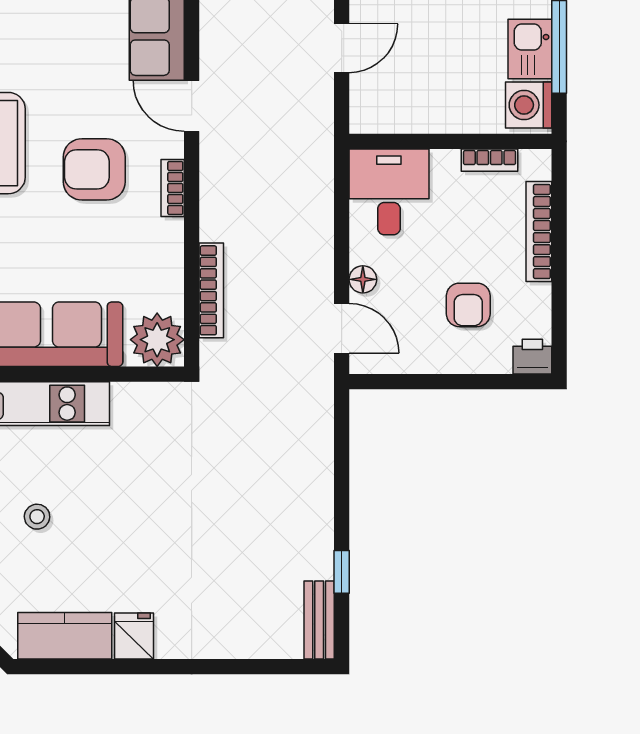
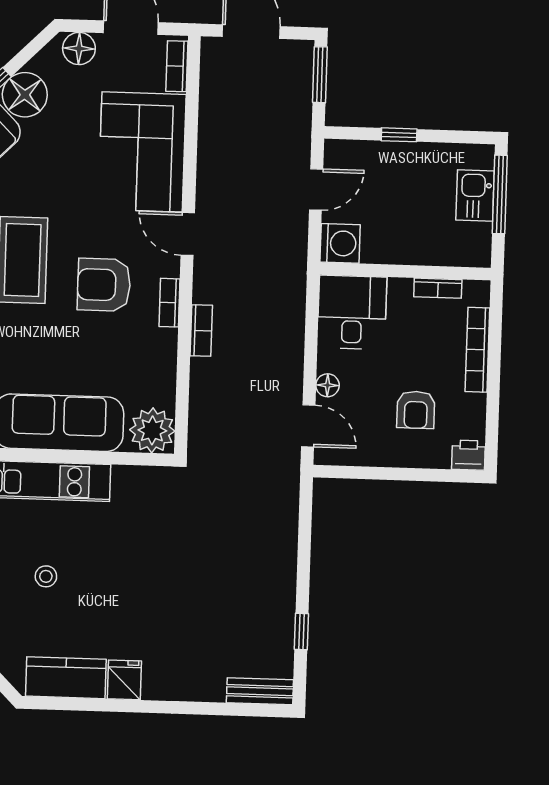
washing machine: (529, 105) -> (340, 243), moved, turned 180
bookcase: (211, 290) -> (201, 330), moved, width x0.64
bench: (319, 620) -> (260, 691), moved, turned 90

